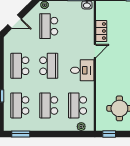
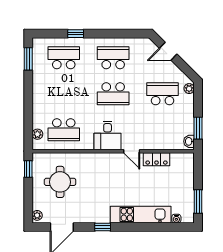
door: (15, 22) -> (168, 51), hinge flipped
school desk: (49, 105) -> (64, 94), removed
school desk: (78, 105) -> (64, 130), turned 180

